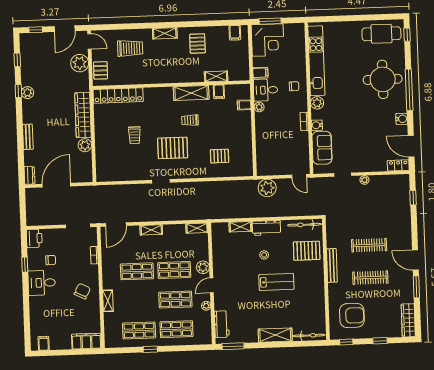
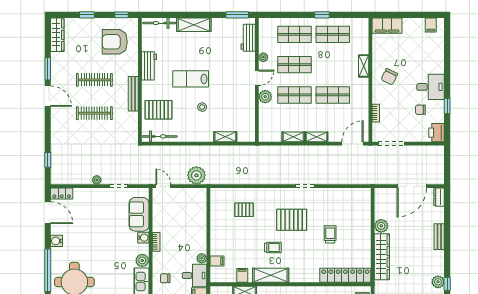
shelving: (197, 228) -> (293, 137), moved
workbench: (266, 228) -> (149, 66), moved, turned 90

